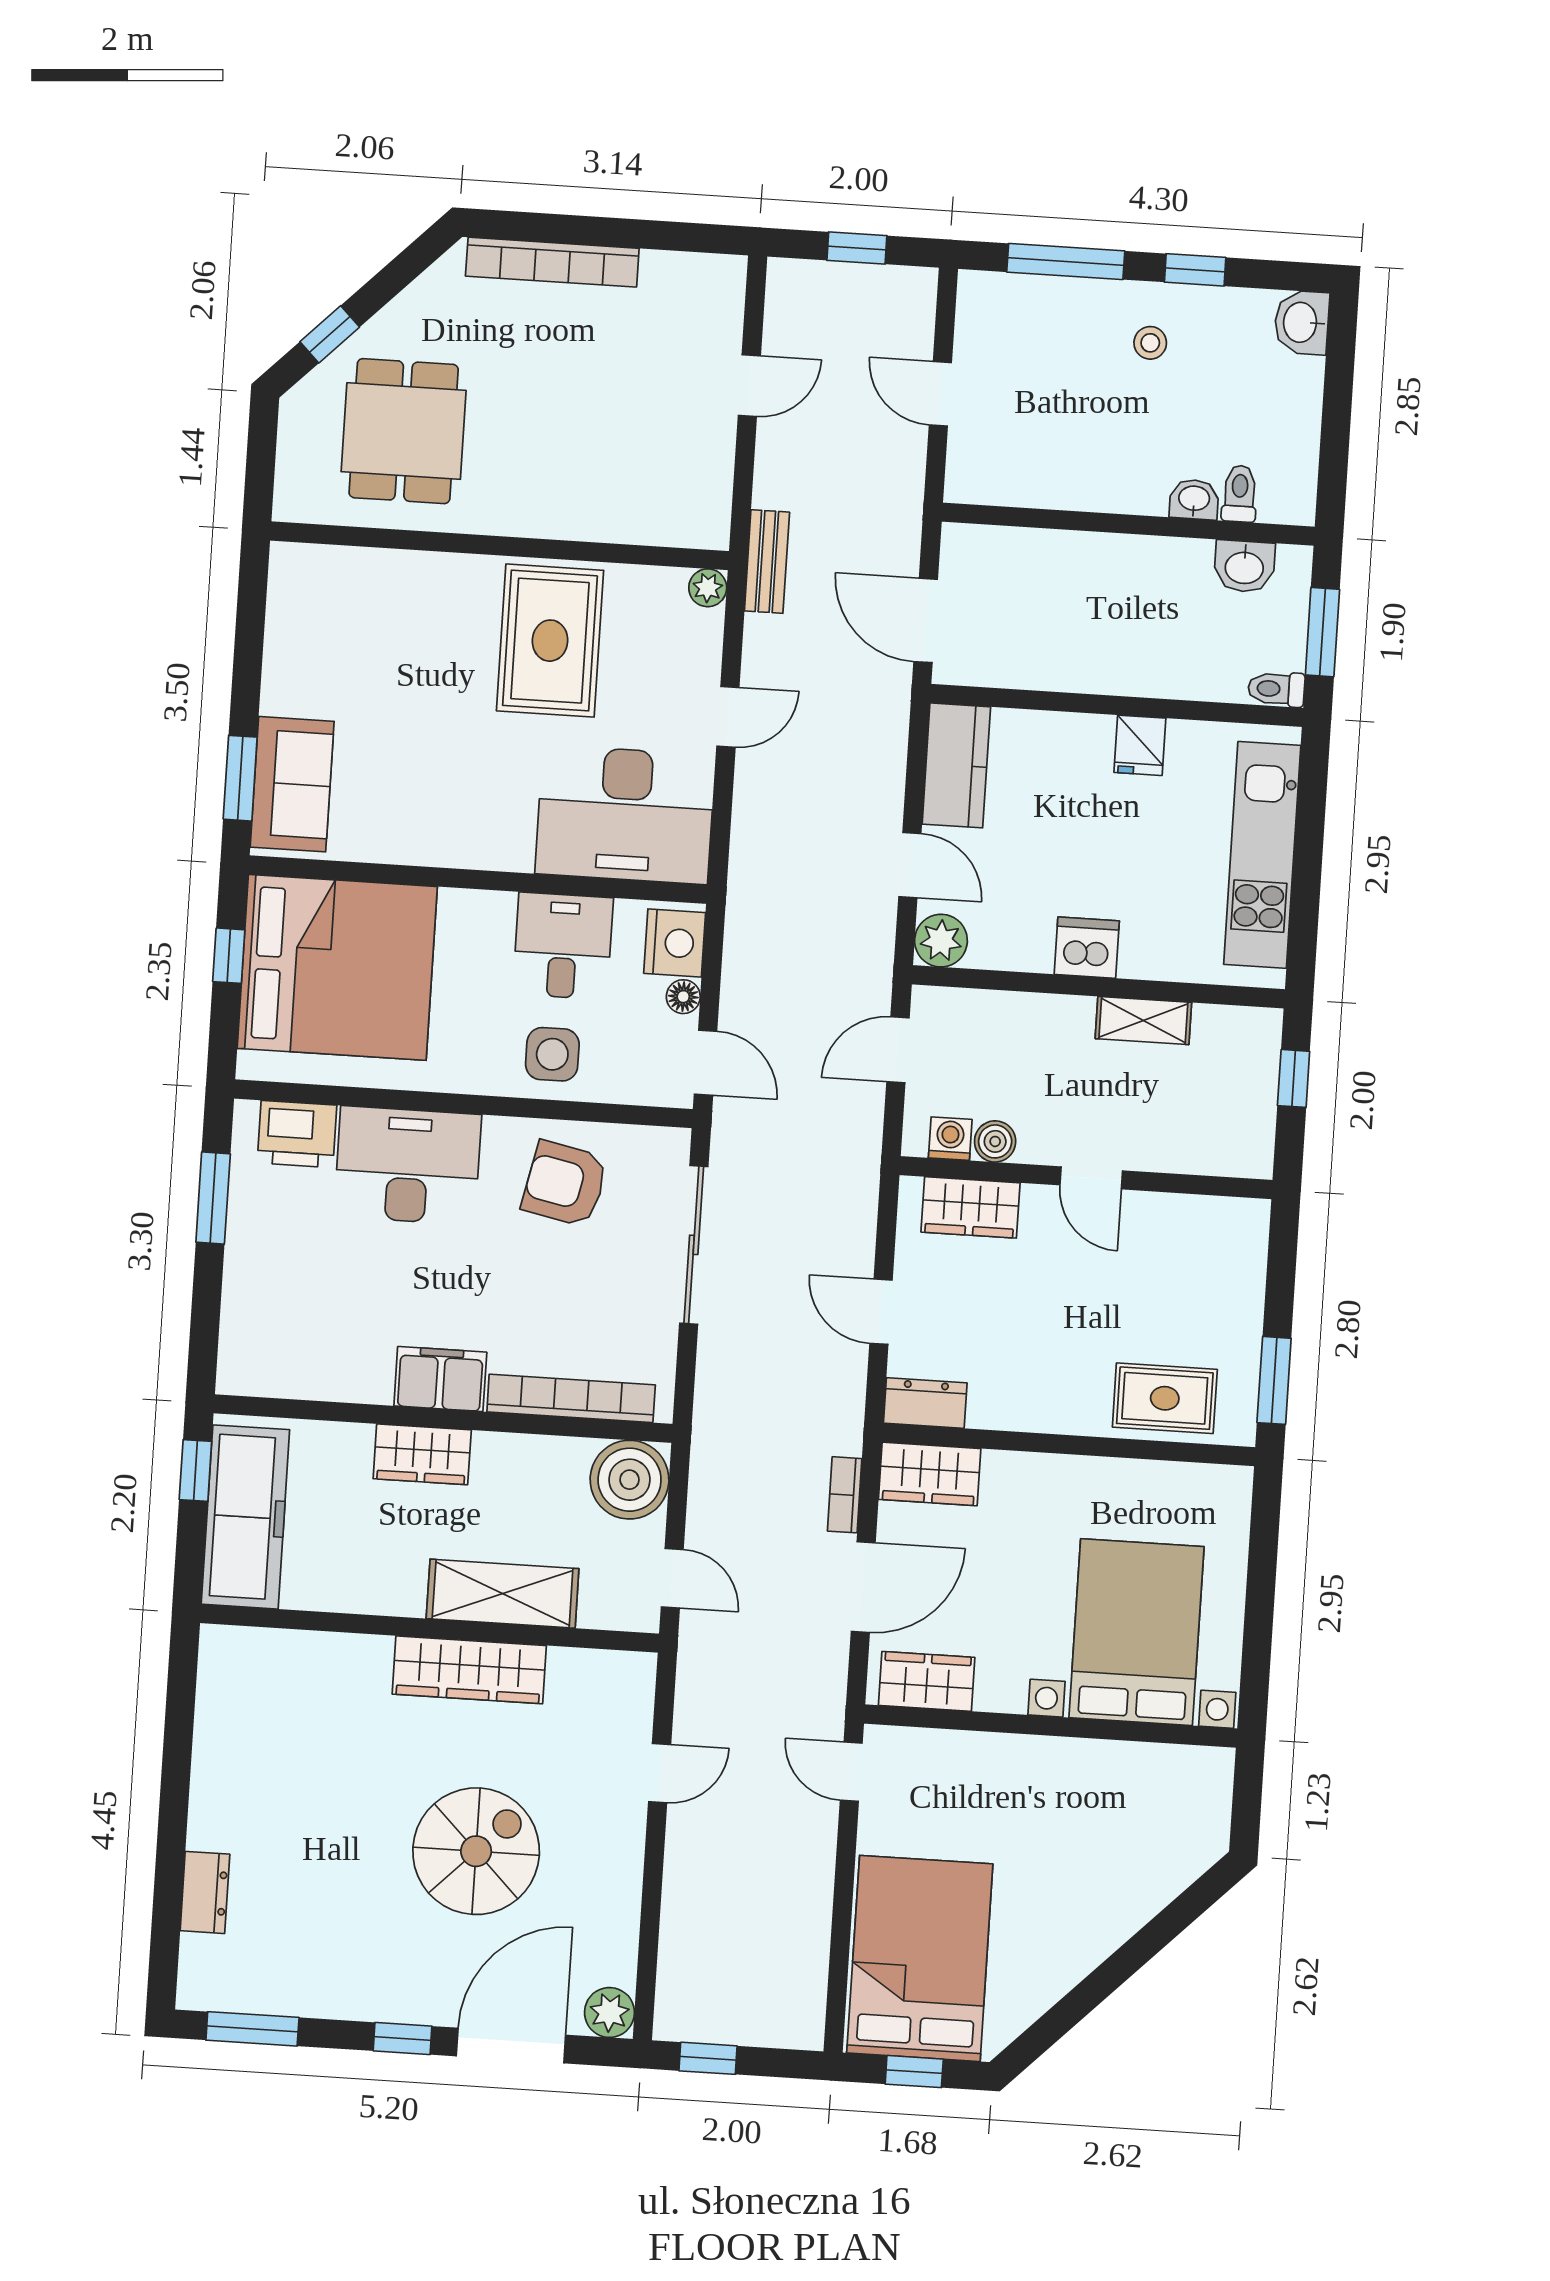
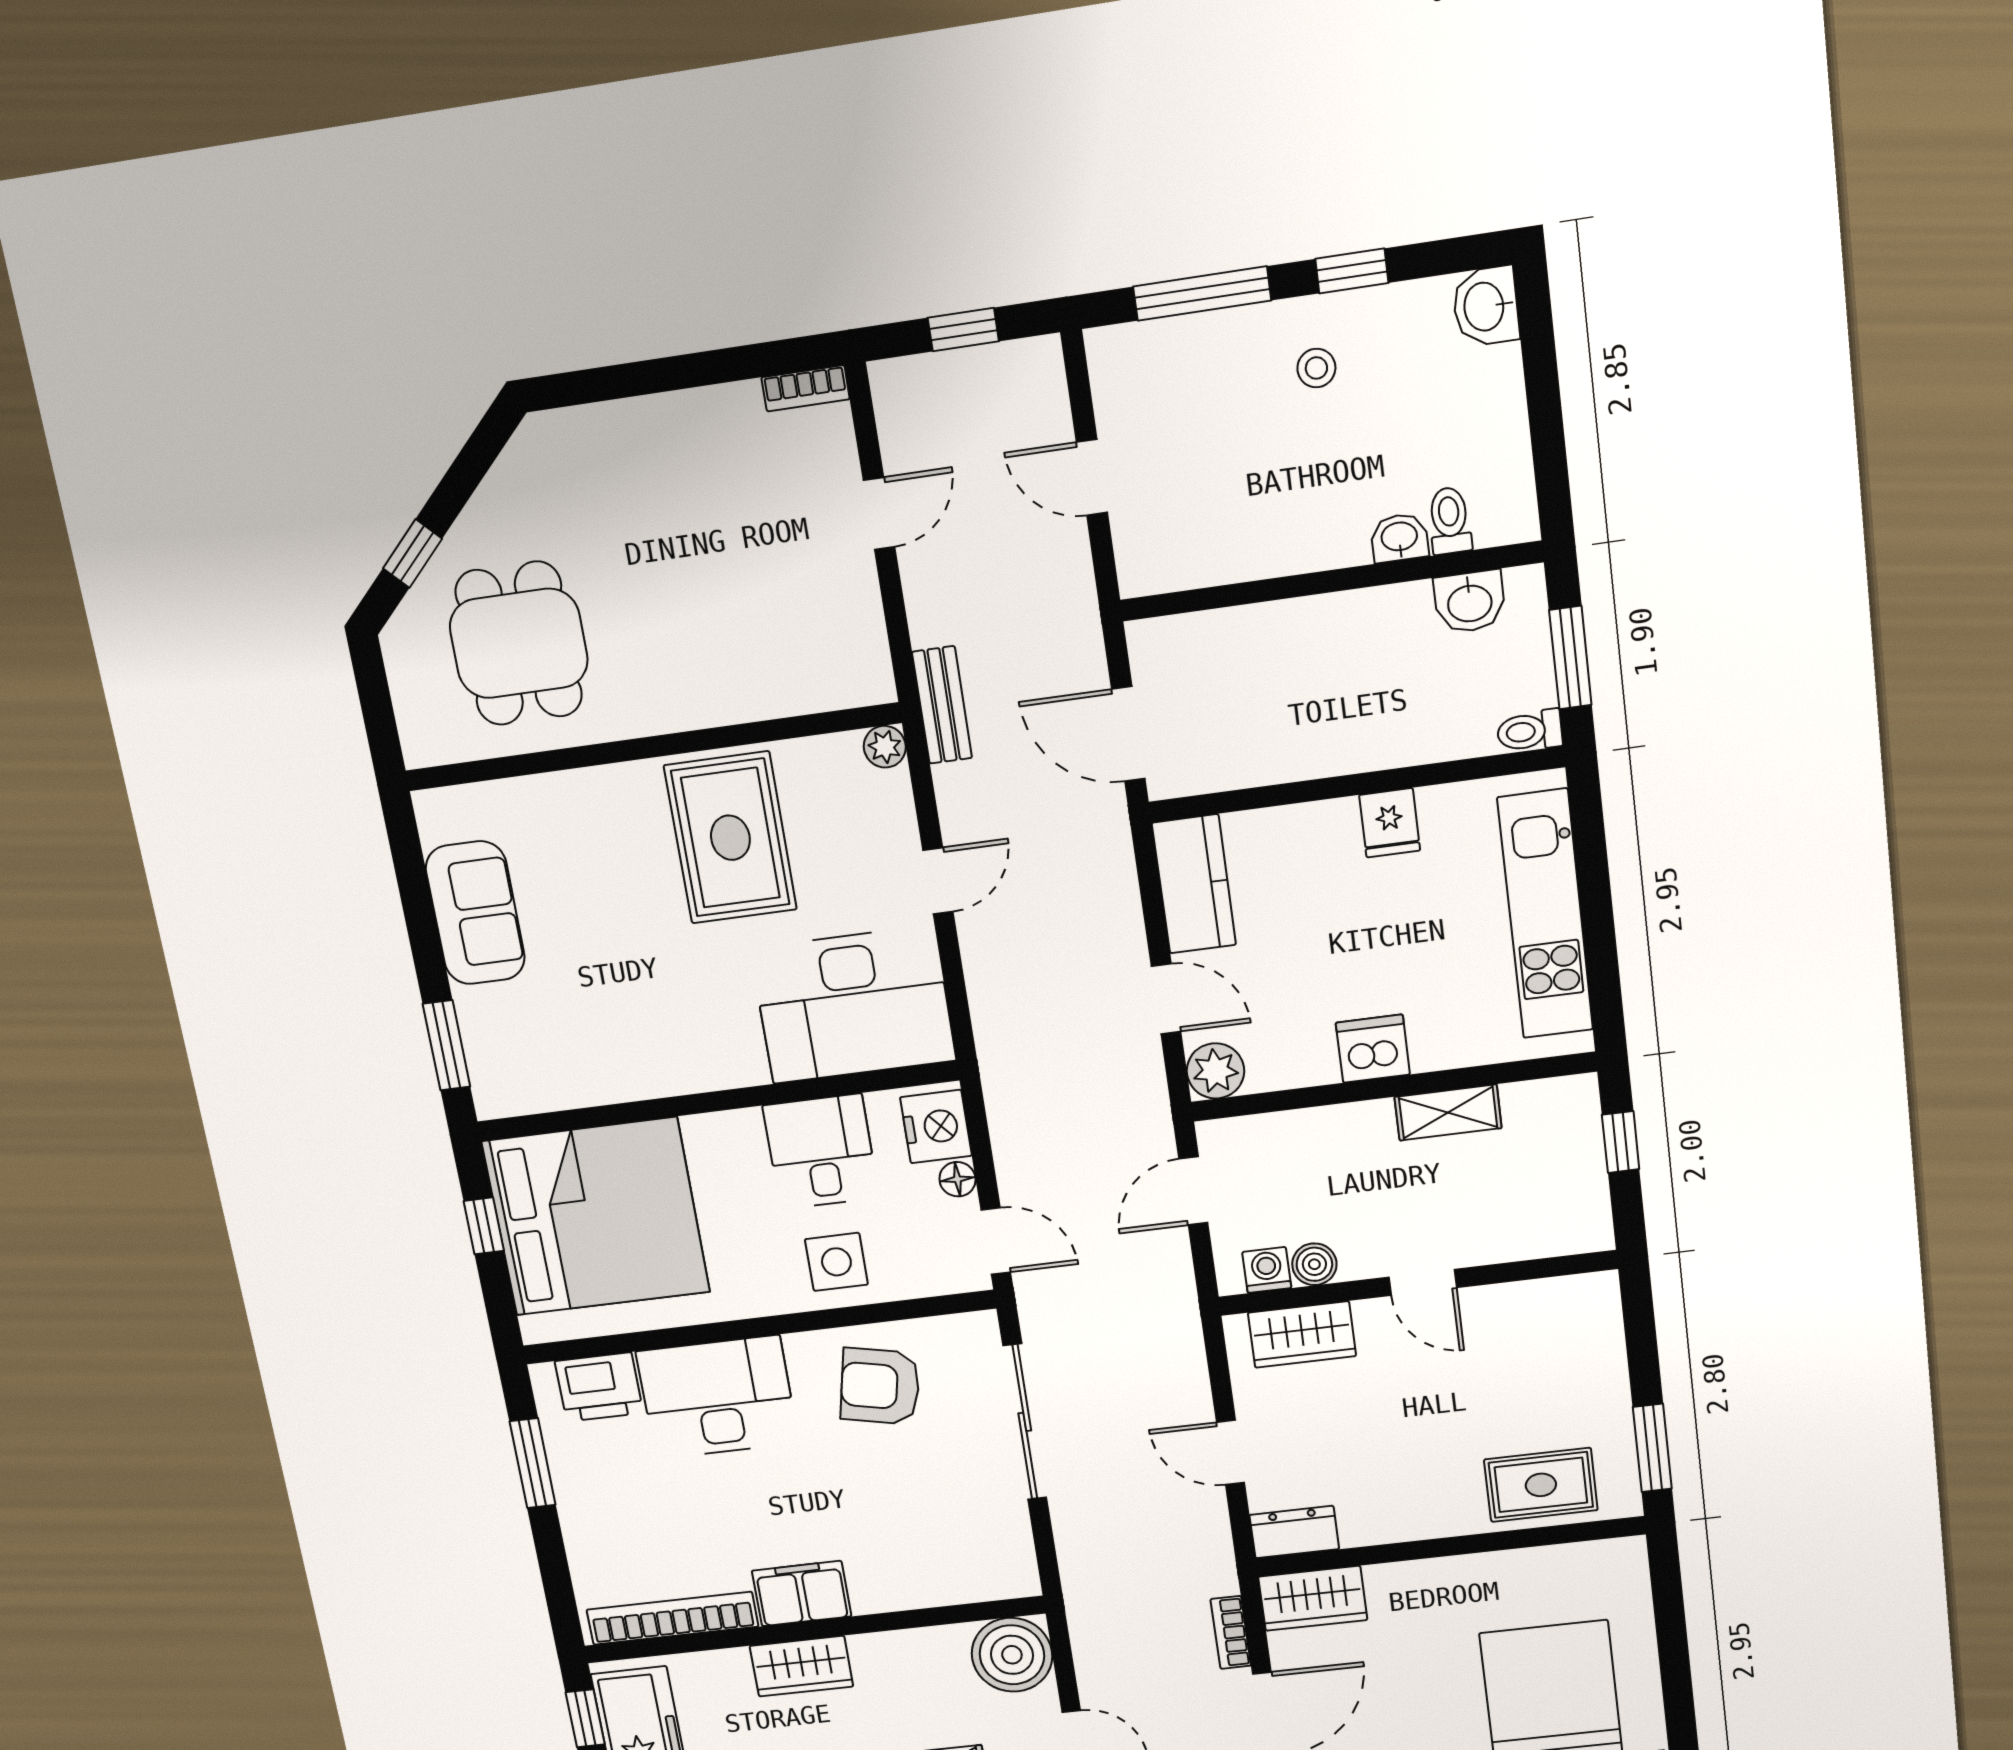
bookcase: (552, 262) -> (806, 388), moved, width x0.43, depth x0.76
sofa: (292, 784) -> (475, 913), moved
bookcase: (571, 1398) -> (672, 1618), moved

